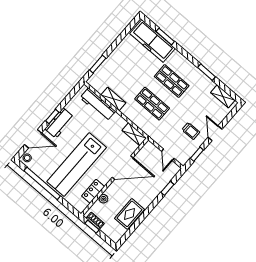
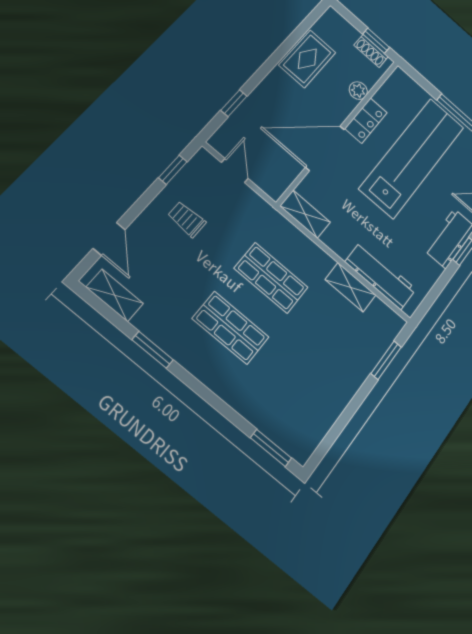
window: (165, 36) -> (271, 448), moved
freezer: (153, 41) -> (275, 416), removed
door: (215, 133) -> (109, 239), moved
locker: (93, 191) -> (366, 121), moved

